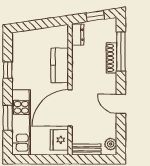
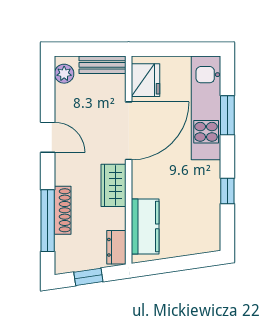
kitchen counter: (60, 65) -> (145, 226), moved
wardrobe: (79, 74) -> (113, 185), added

